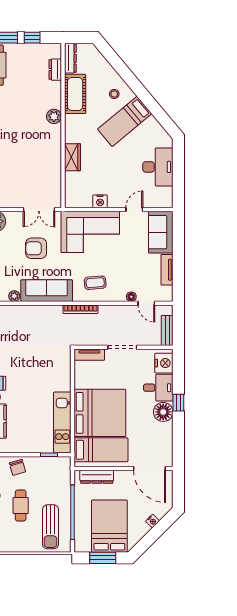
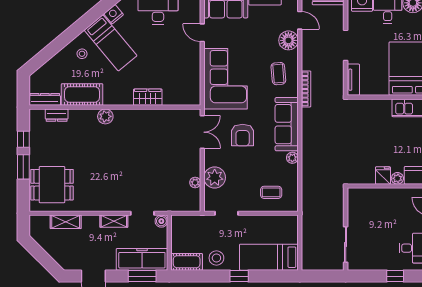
nightstand: (100, 201) -> (113, 14), moved, turned -130
floor lamp: (131, 297) -> (288, 40), width x1.89, depth x1.89
door: (146, 303) -> (300, 20), hinge flipped

